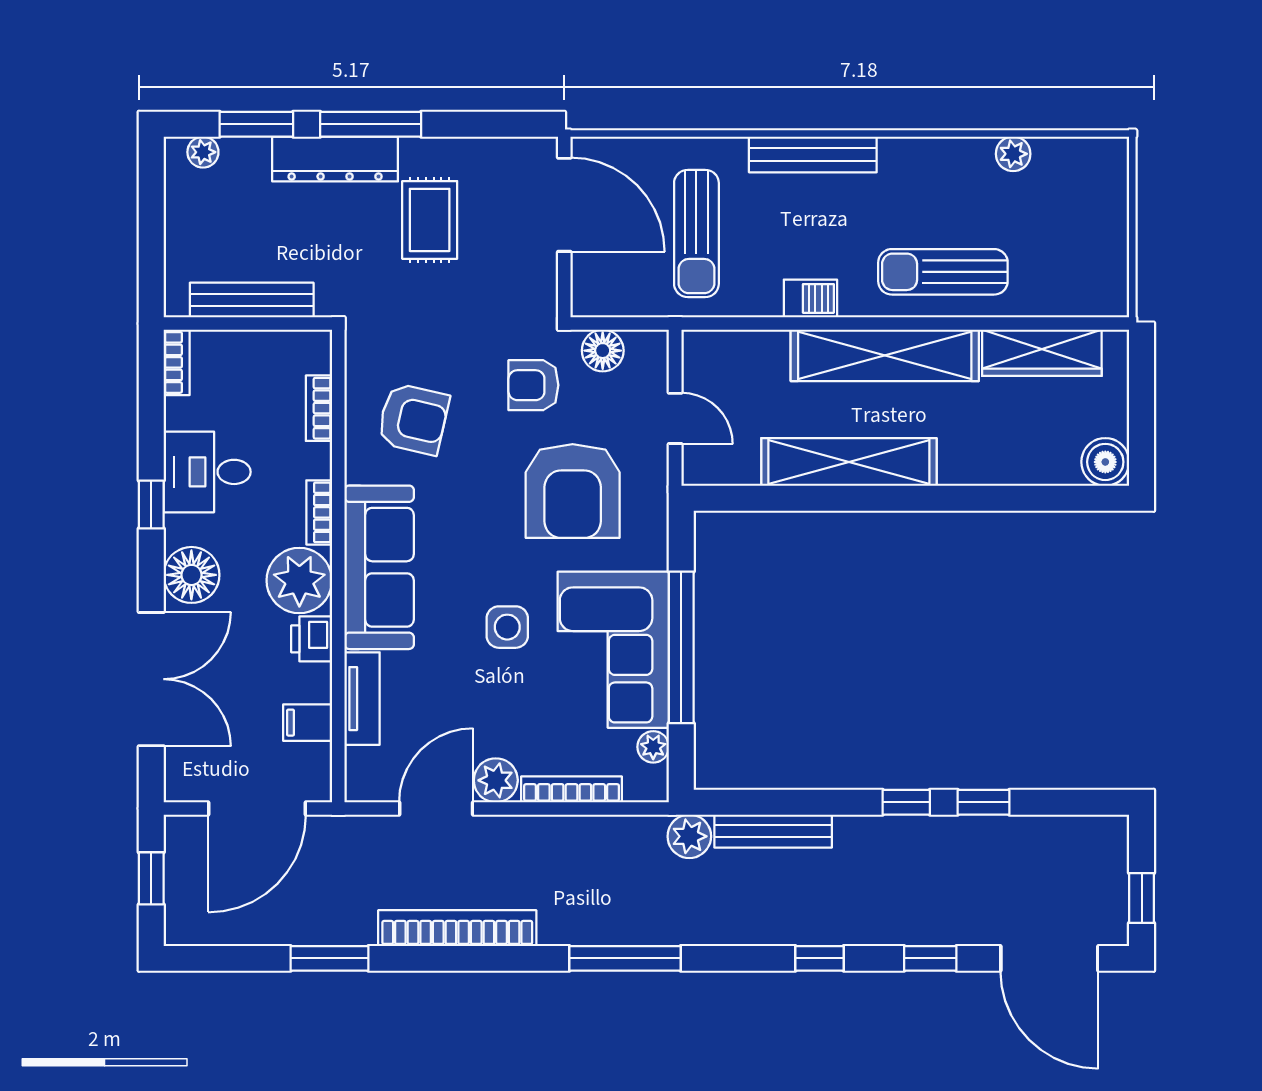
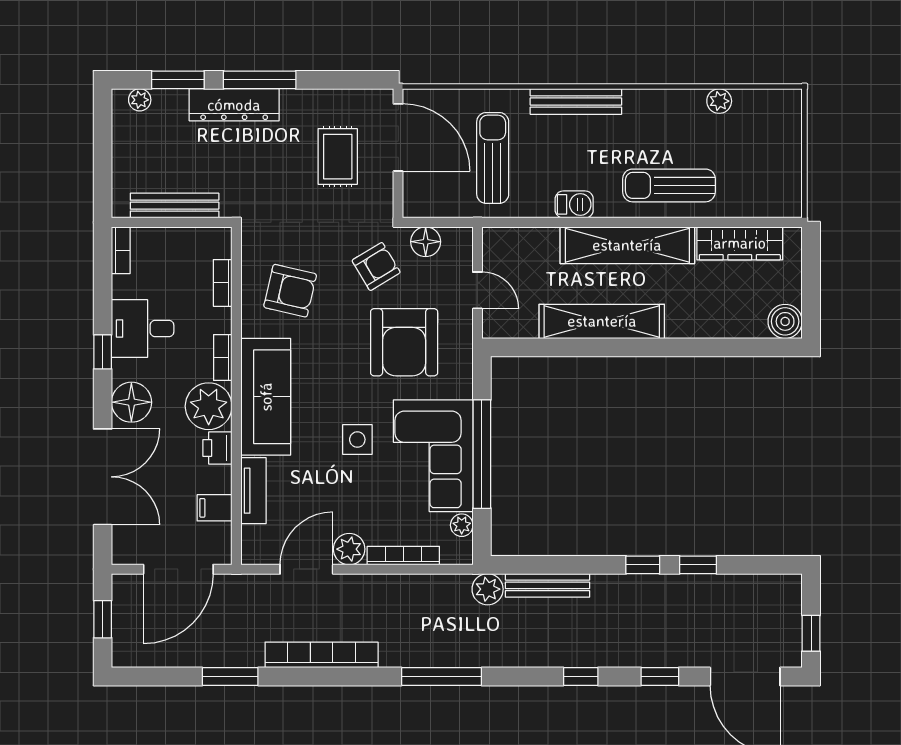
rug: (430, 220) -> (338, 157), moved
sun lounger: (696, 233) -> (493, 158), turned 180
armchair: (533, 385) -> (376, 266), turned 149

